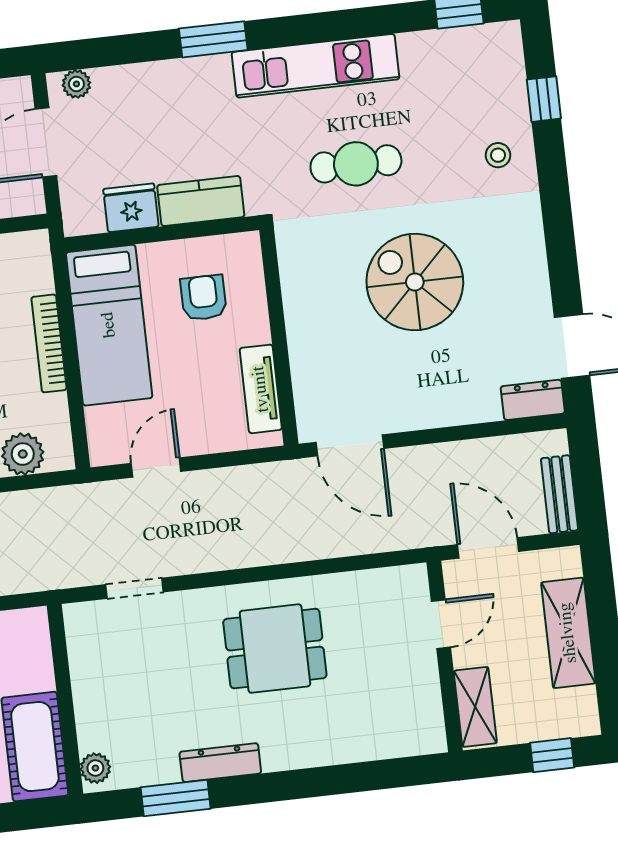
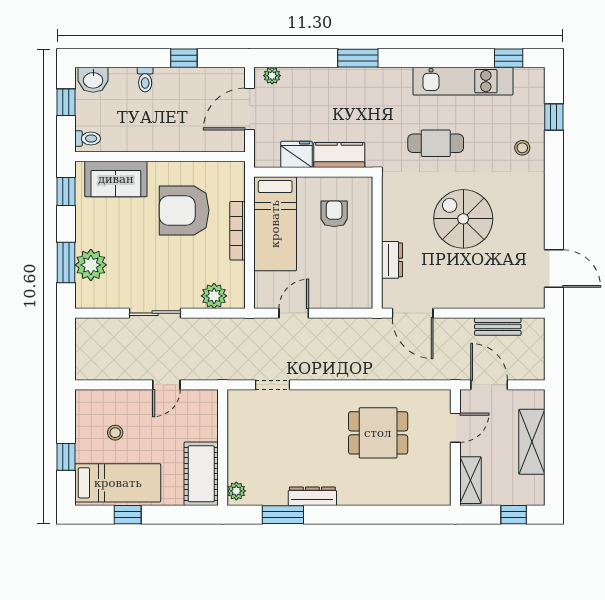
kitchen unit: (316, 66) -> (463, 81), moved
tv unit: (261, 389) -> (363, 273), removed
dresser: (533, 400) -> (392, 260), moved, turned 90
bench: (560, 494) -> (498, 327), moved, turned 90
dining table: (275, 649) -> (378, 433), moved

